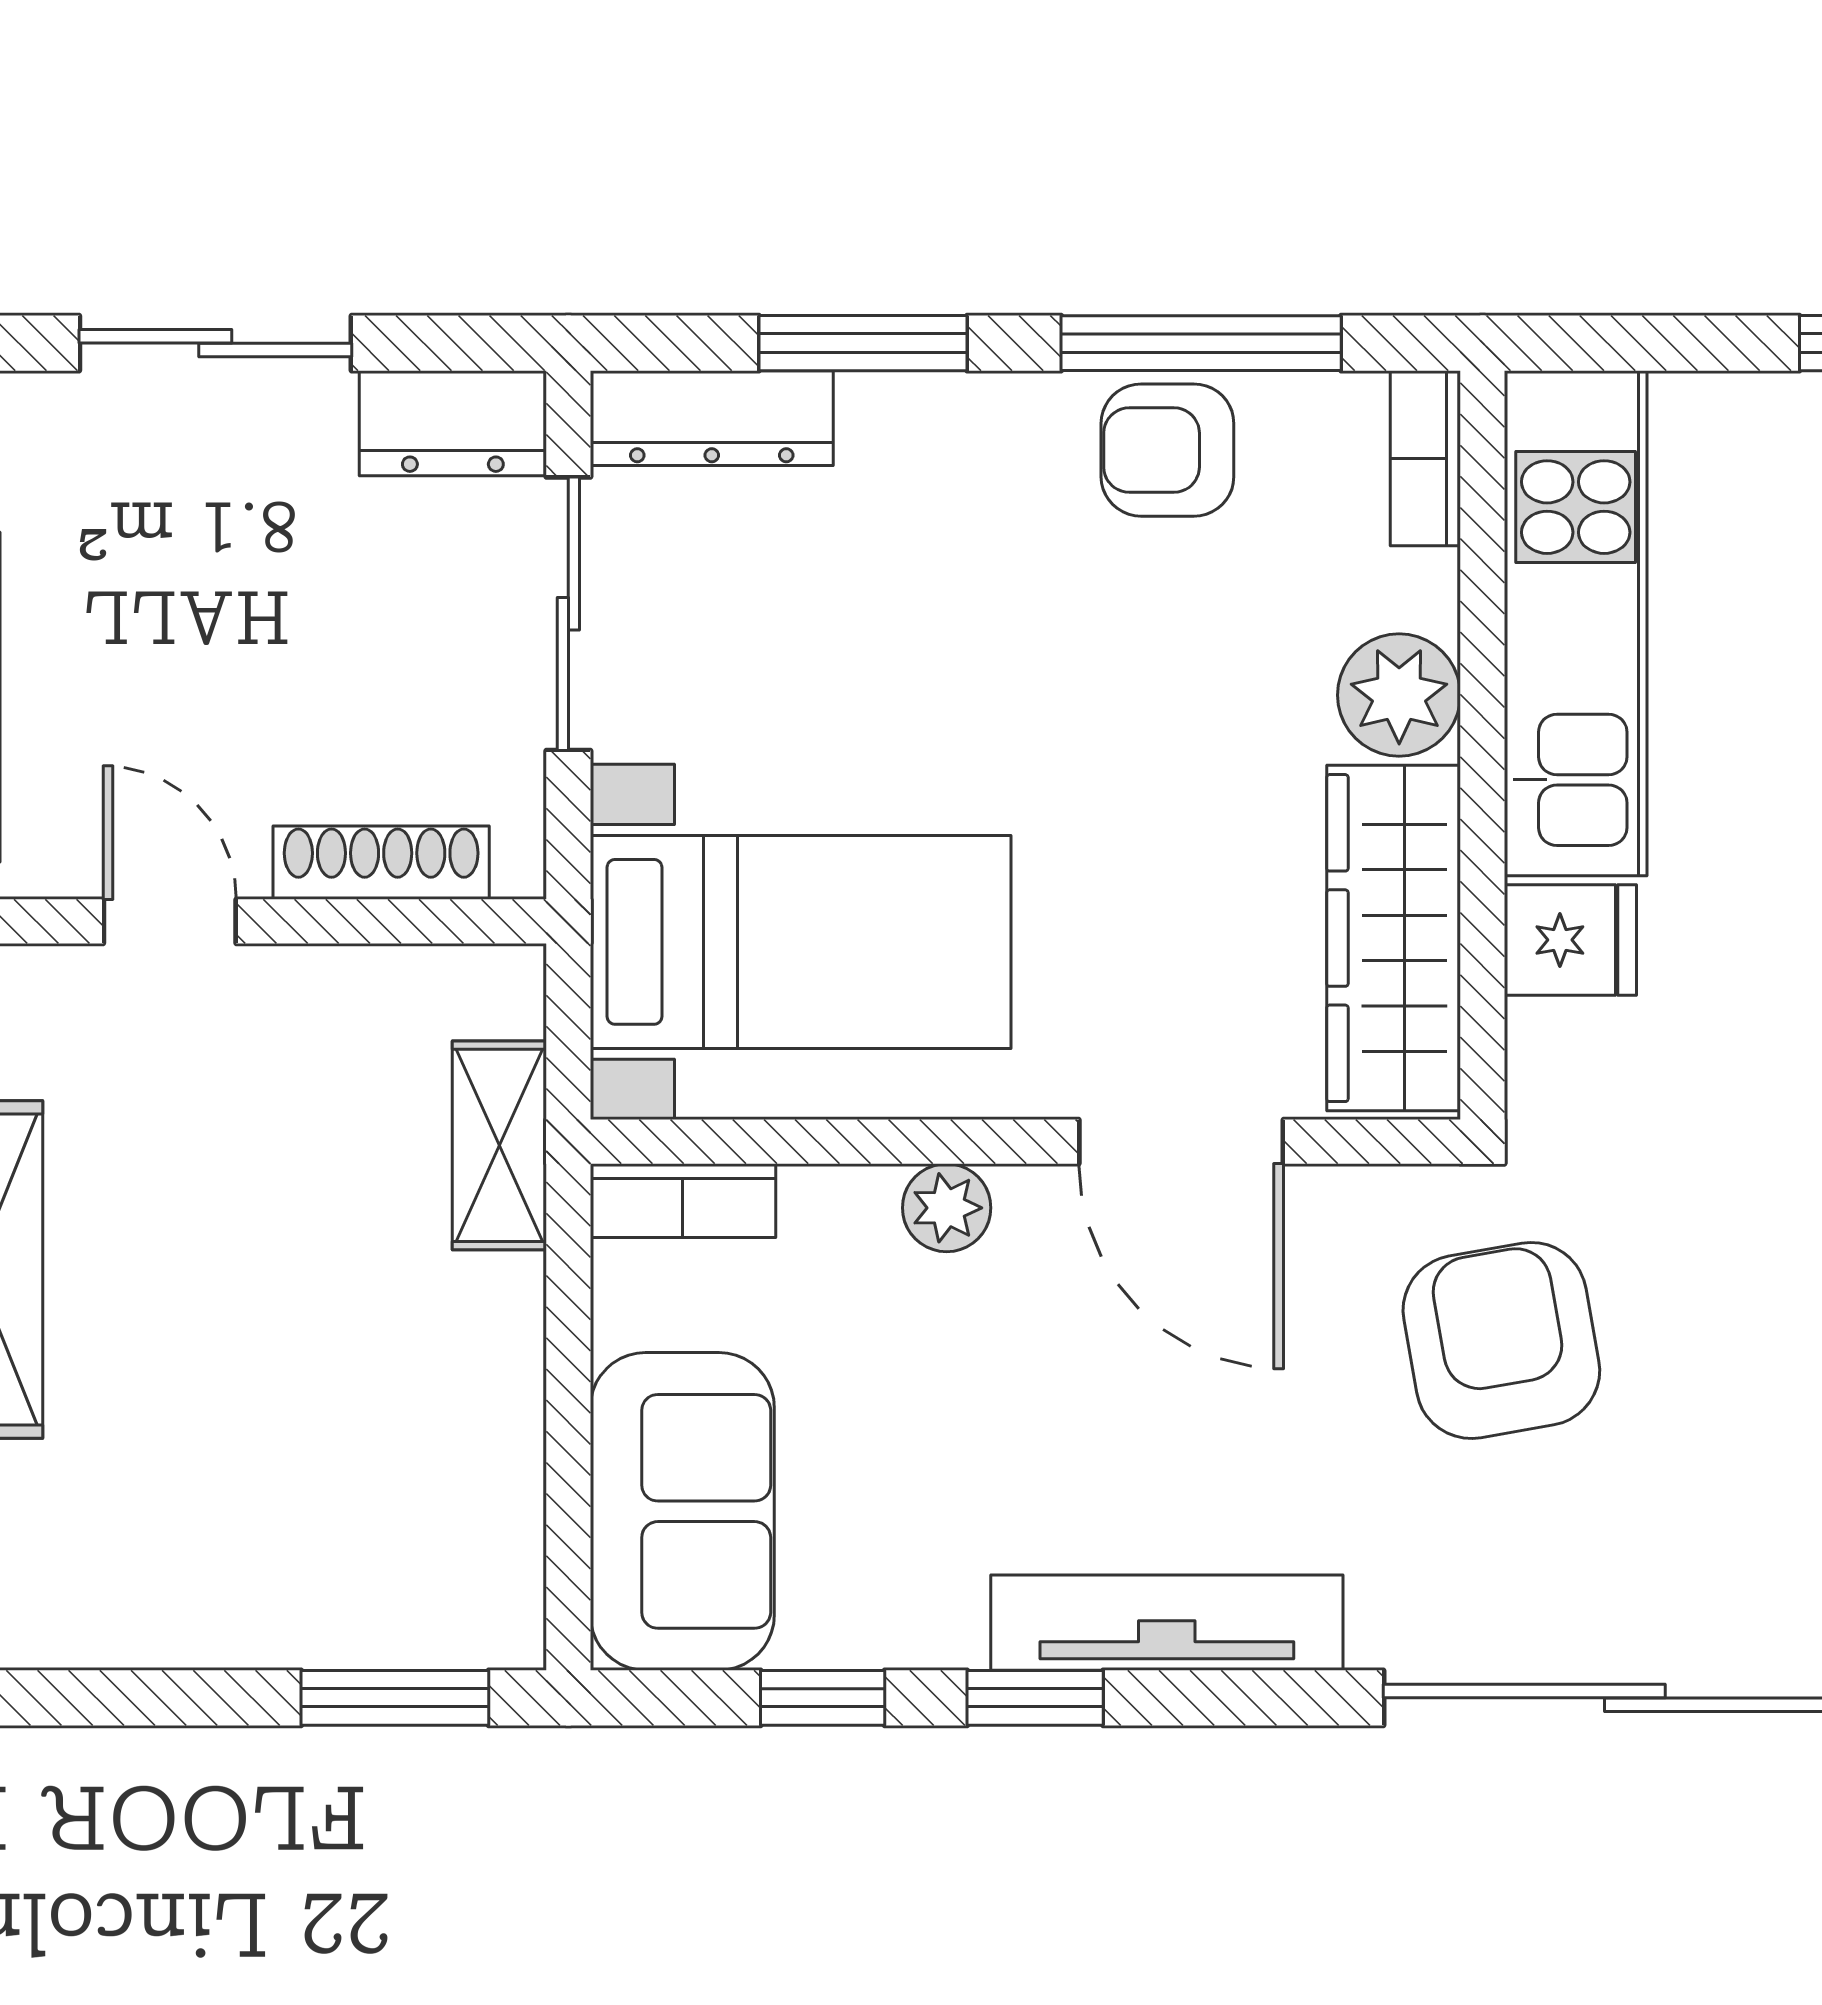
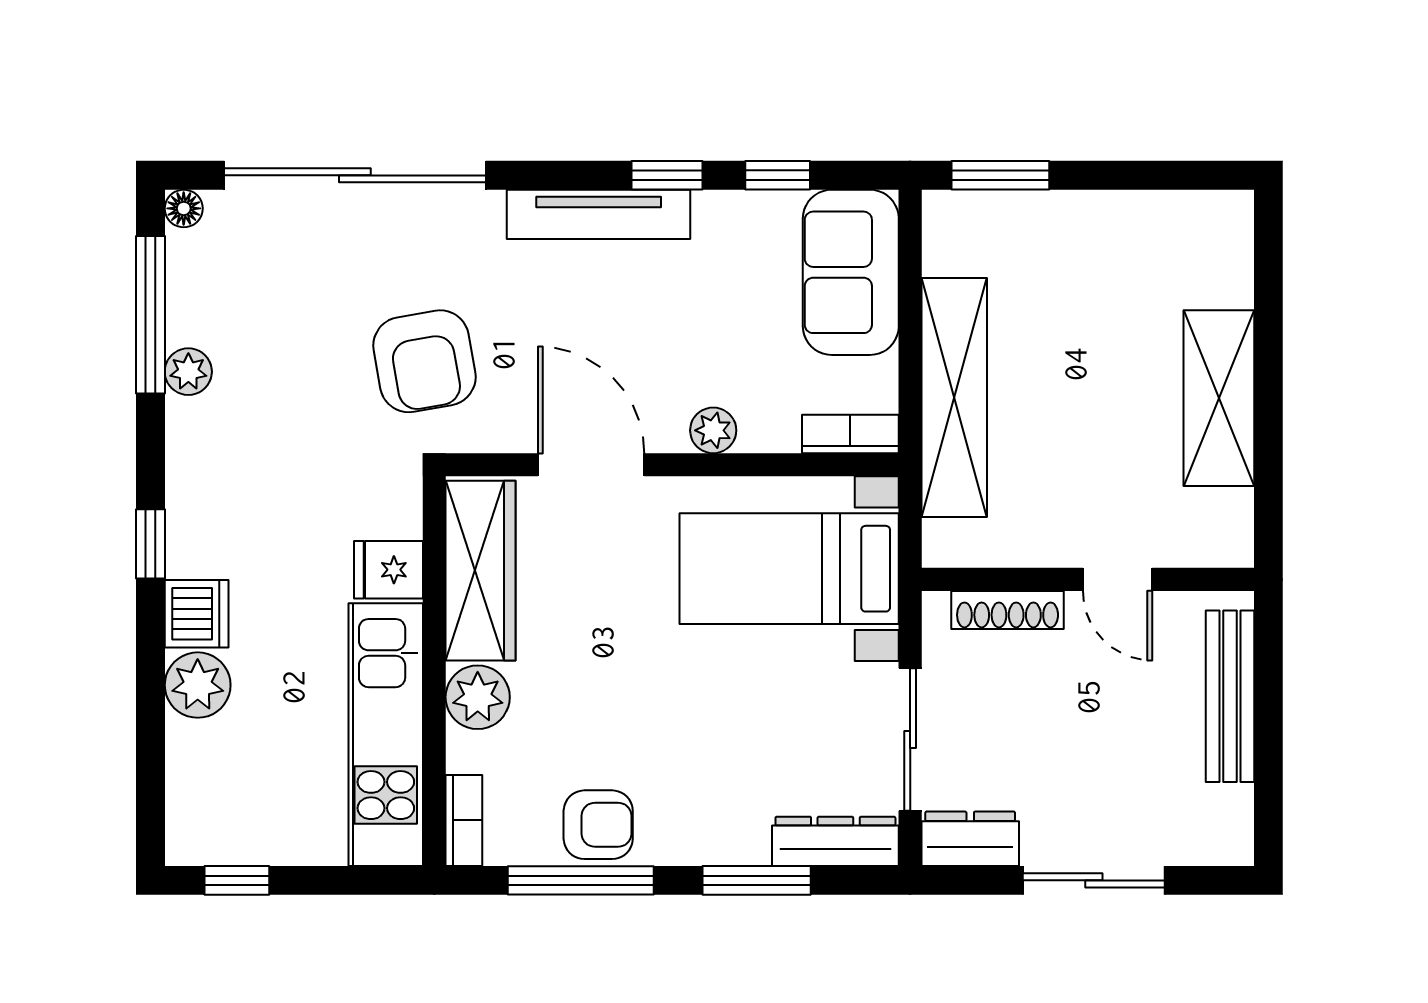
shelving: (499, 1145) -> (954, 398), width x2.20, depth x1.33

